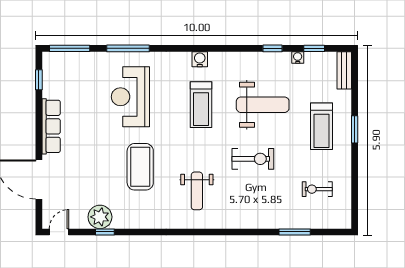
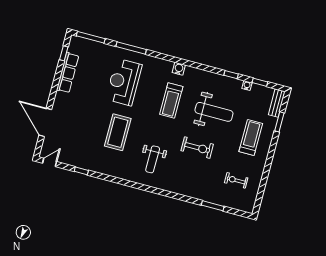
row of seats: (51, 126) -> (68, 73), moved
treadmill: (322, 126) -> (251, 138), turned 180
window: (355, 129) -> (279, 122), moved
plant: (100, 217) -> (81, 160), removed

